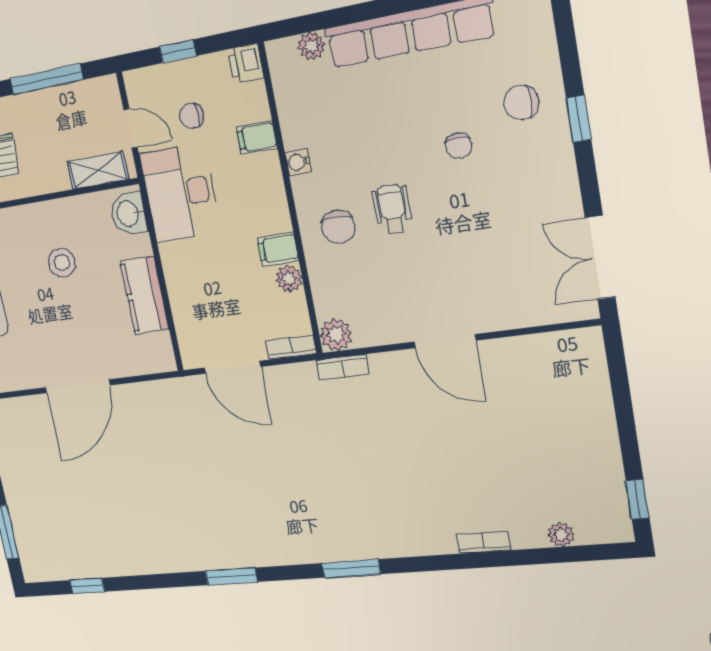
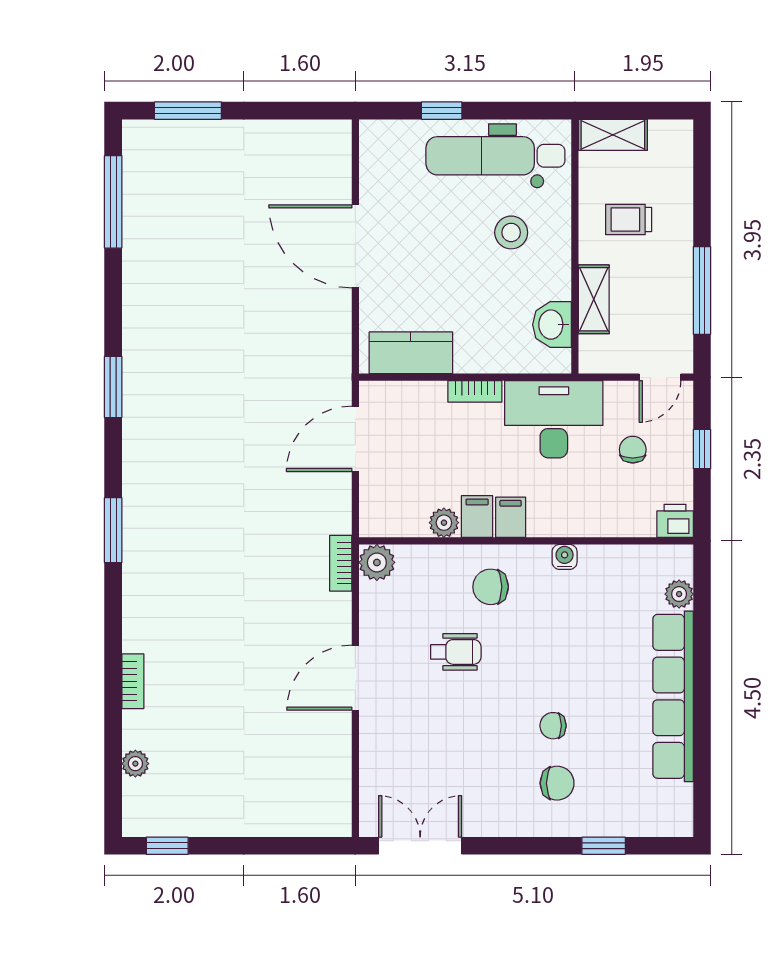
chair: (521, 103) -> (557, 783), moved, turned 90
window: (579, 119) -> (604, 846), moved
door: (130, 128) -> (660, 377), moved
filing cabinet: (257, 137) -> (511, 517), moved
shelving: (98, 170) -> (594, 299), moved
wheelchair: (392, 209) -> (456, 652), moved
washbasin: (129, 214) -> (552, 325), moved, turned -90
stool: (62, 263) -> (511, 232), moved
kitchen counter: (145, 295) -> (411, 353), moved
bookcase: (291, 347) -> (475, 391), moved, turned 90
window: (87, 586) -> (113, 202), width x2.17

